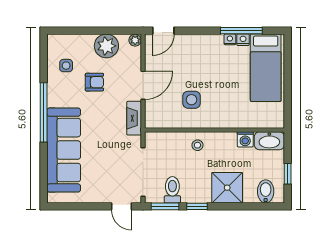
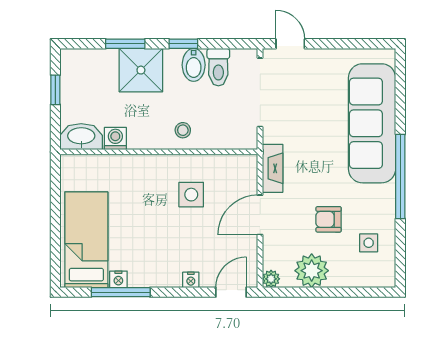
nightstand: (230, 39) -> (191, 280), moved
bidet: (266, 191) -> (194, 65), moved
window: (165, 206) -> (125, 44), moved

